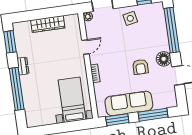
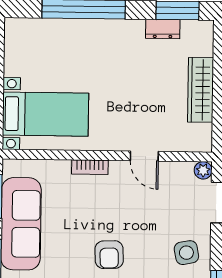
dresser: (23, 66) -> (163, 29), moved
armchair: (140, 67) -> (109, 255), moved, turned -92

